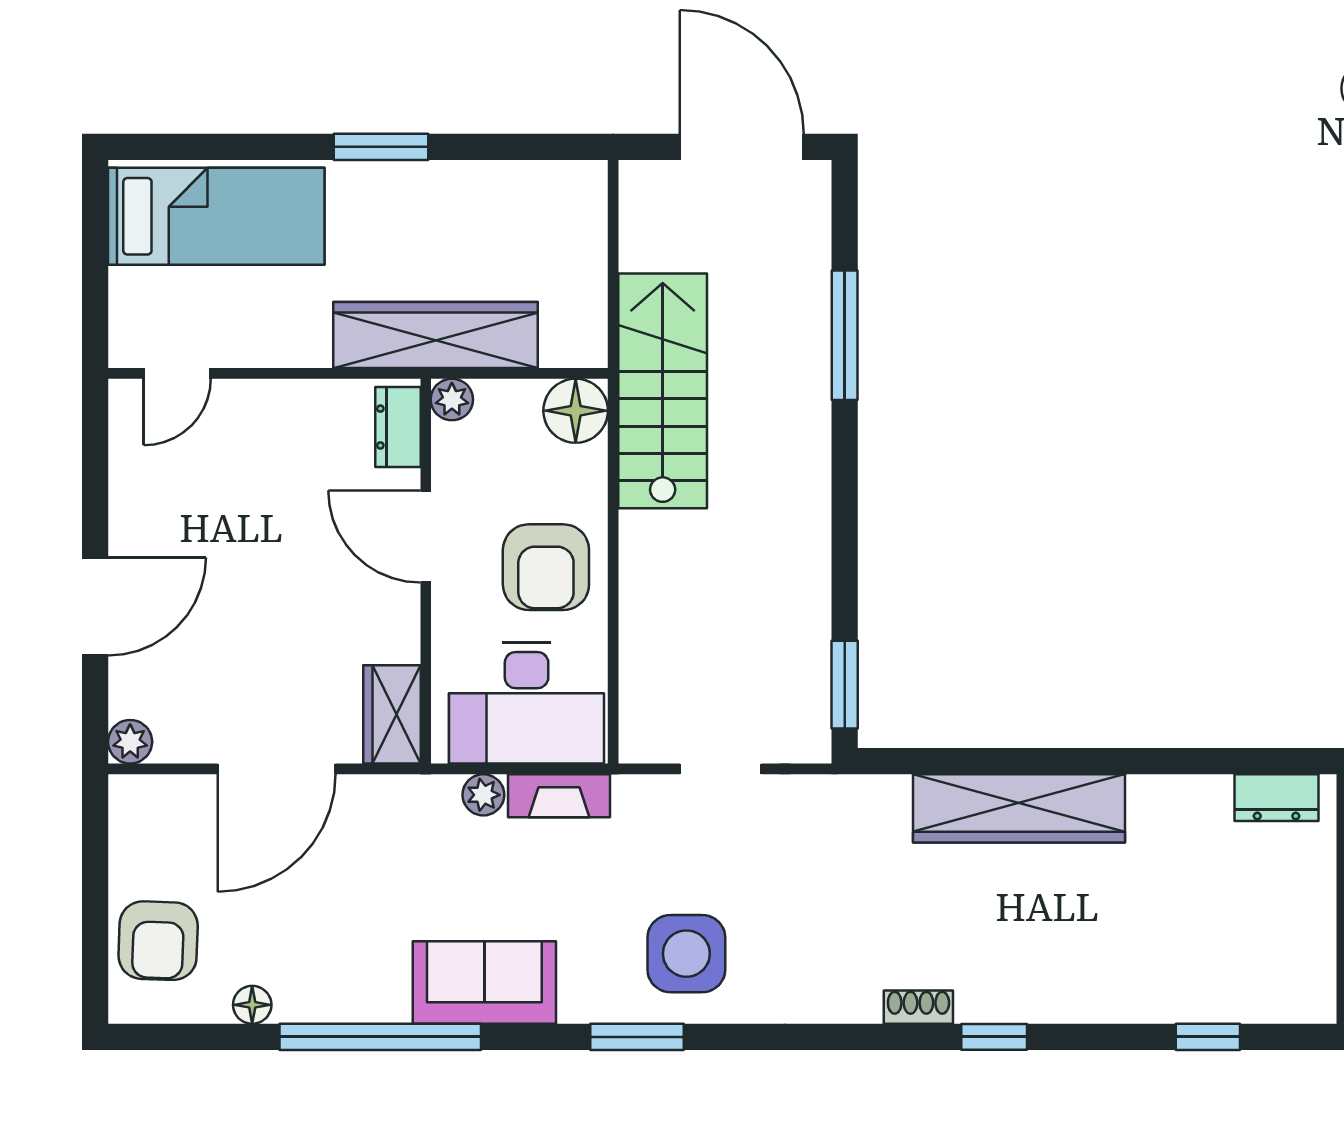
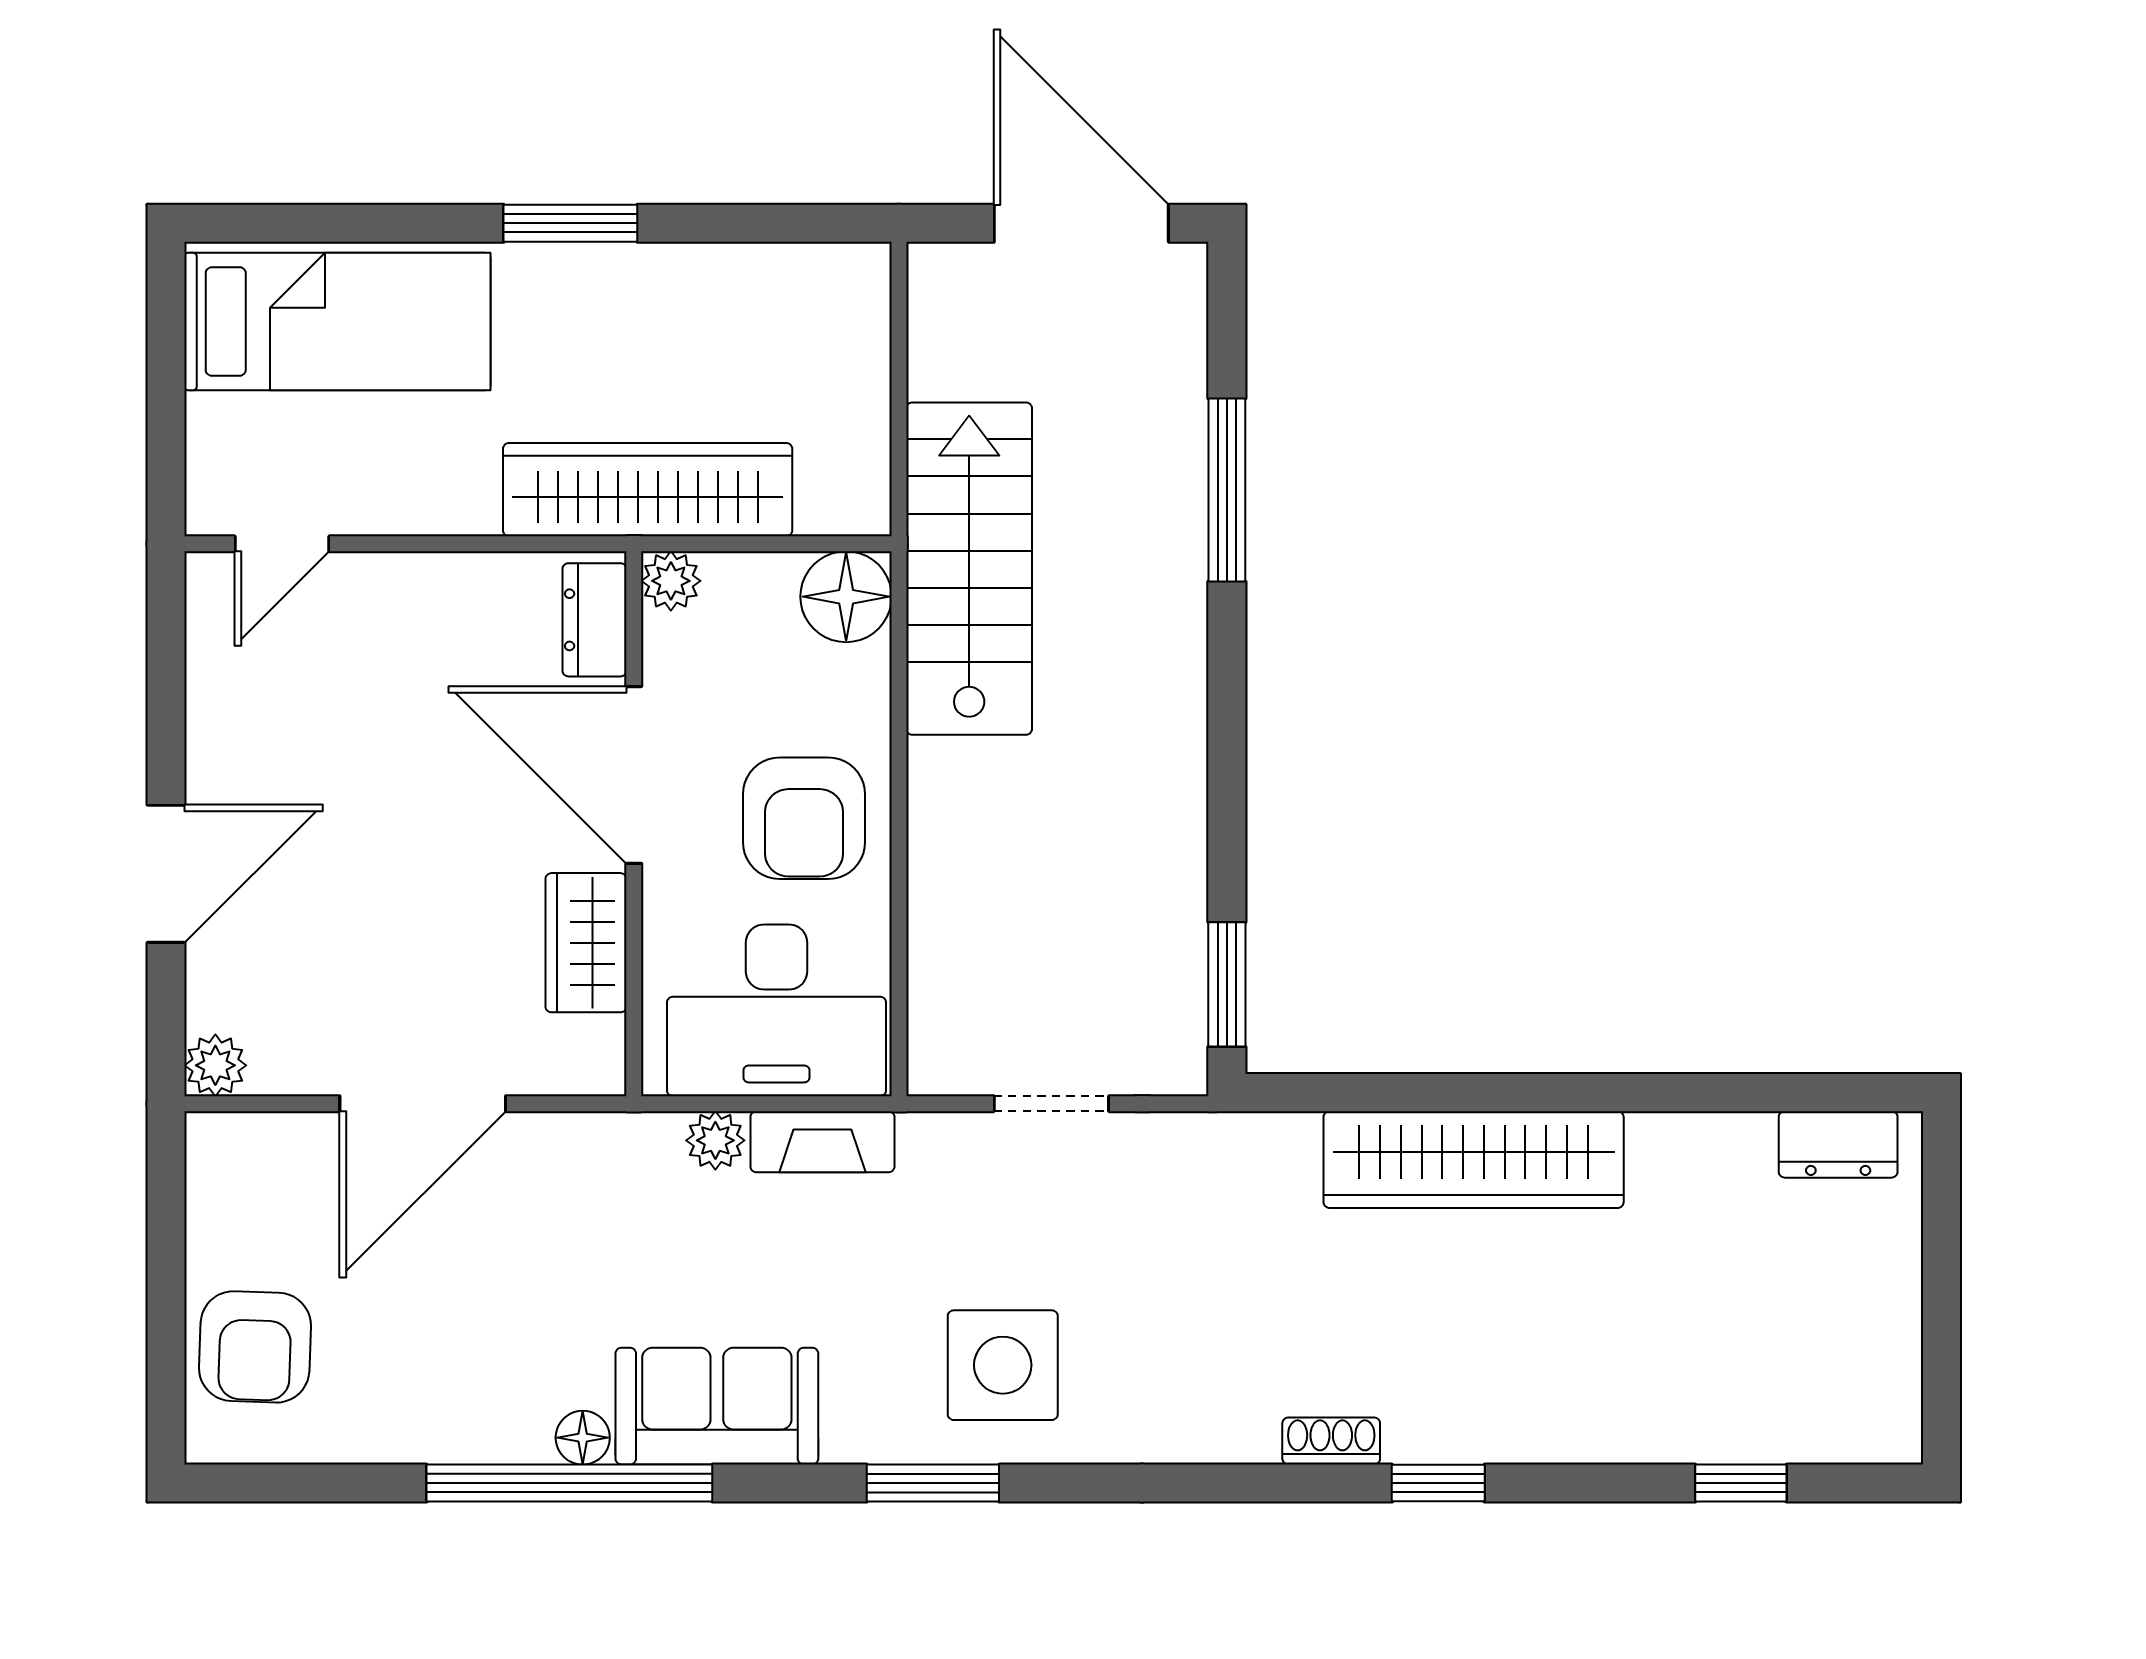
door: (426, 537) -> (634, 775), width x1.36
wardrobe: (392, 714) -> (586, 943), moved
floor lamp: (252, 1005) -> (583, 1438), moved

